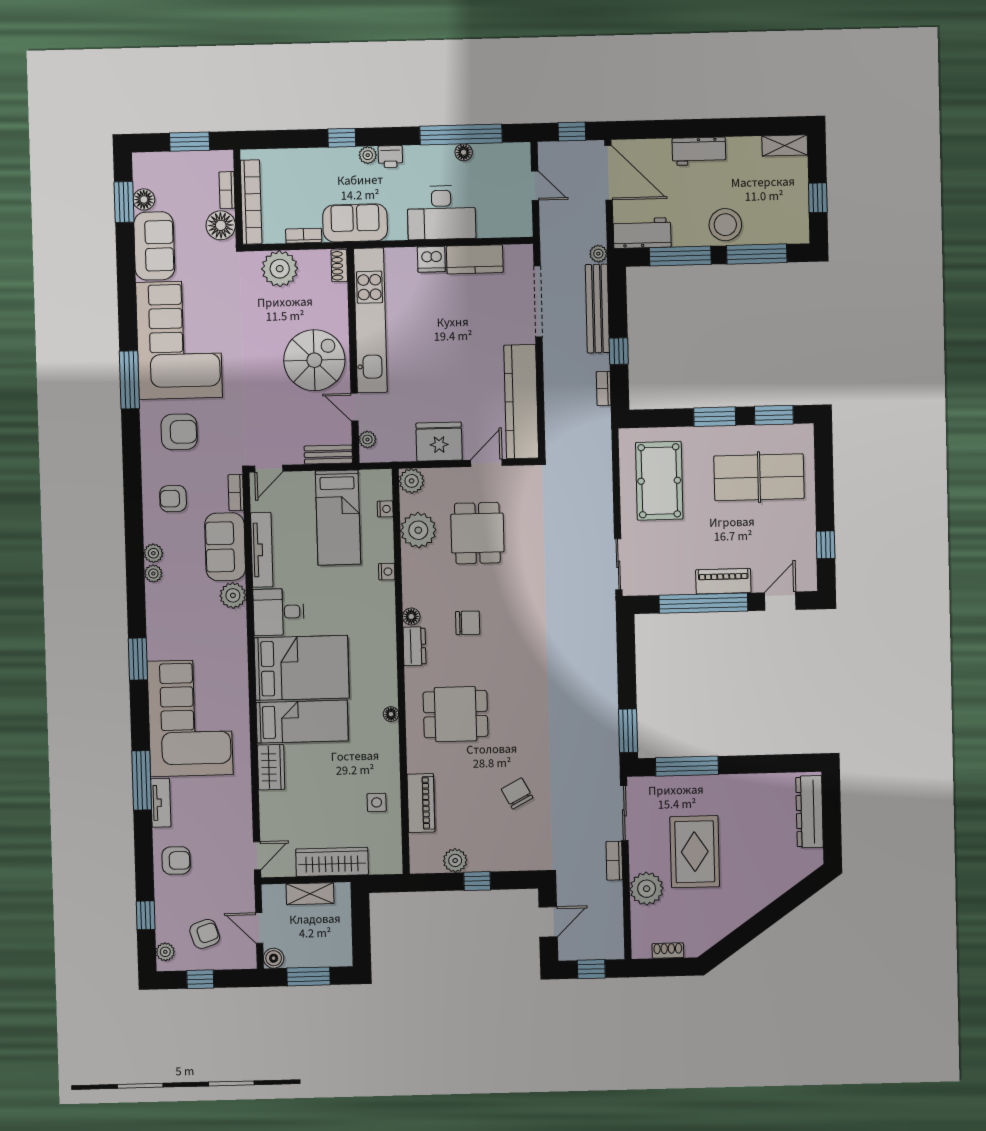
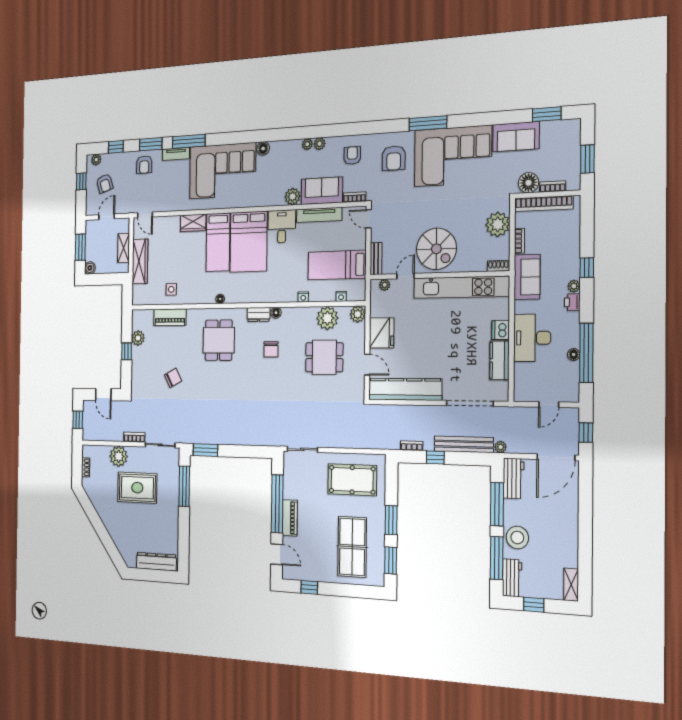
workbench: (699, 151) -> (512, 578), moved, turned 180
floor lamp: (144, 199) -> (263, 148), moved
window: (138, 659) -> (151, 144), moved
boiler: (274, 958) -> (90, 268), moved

